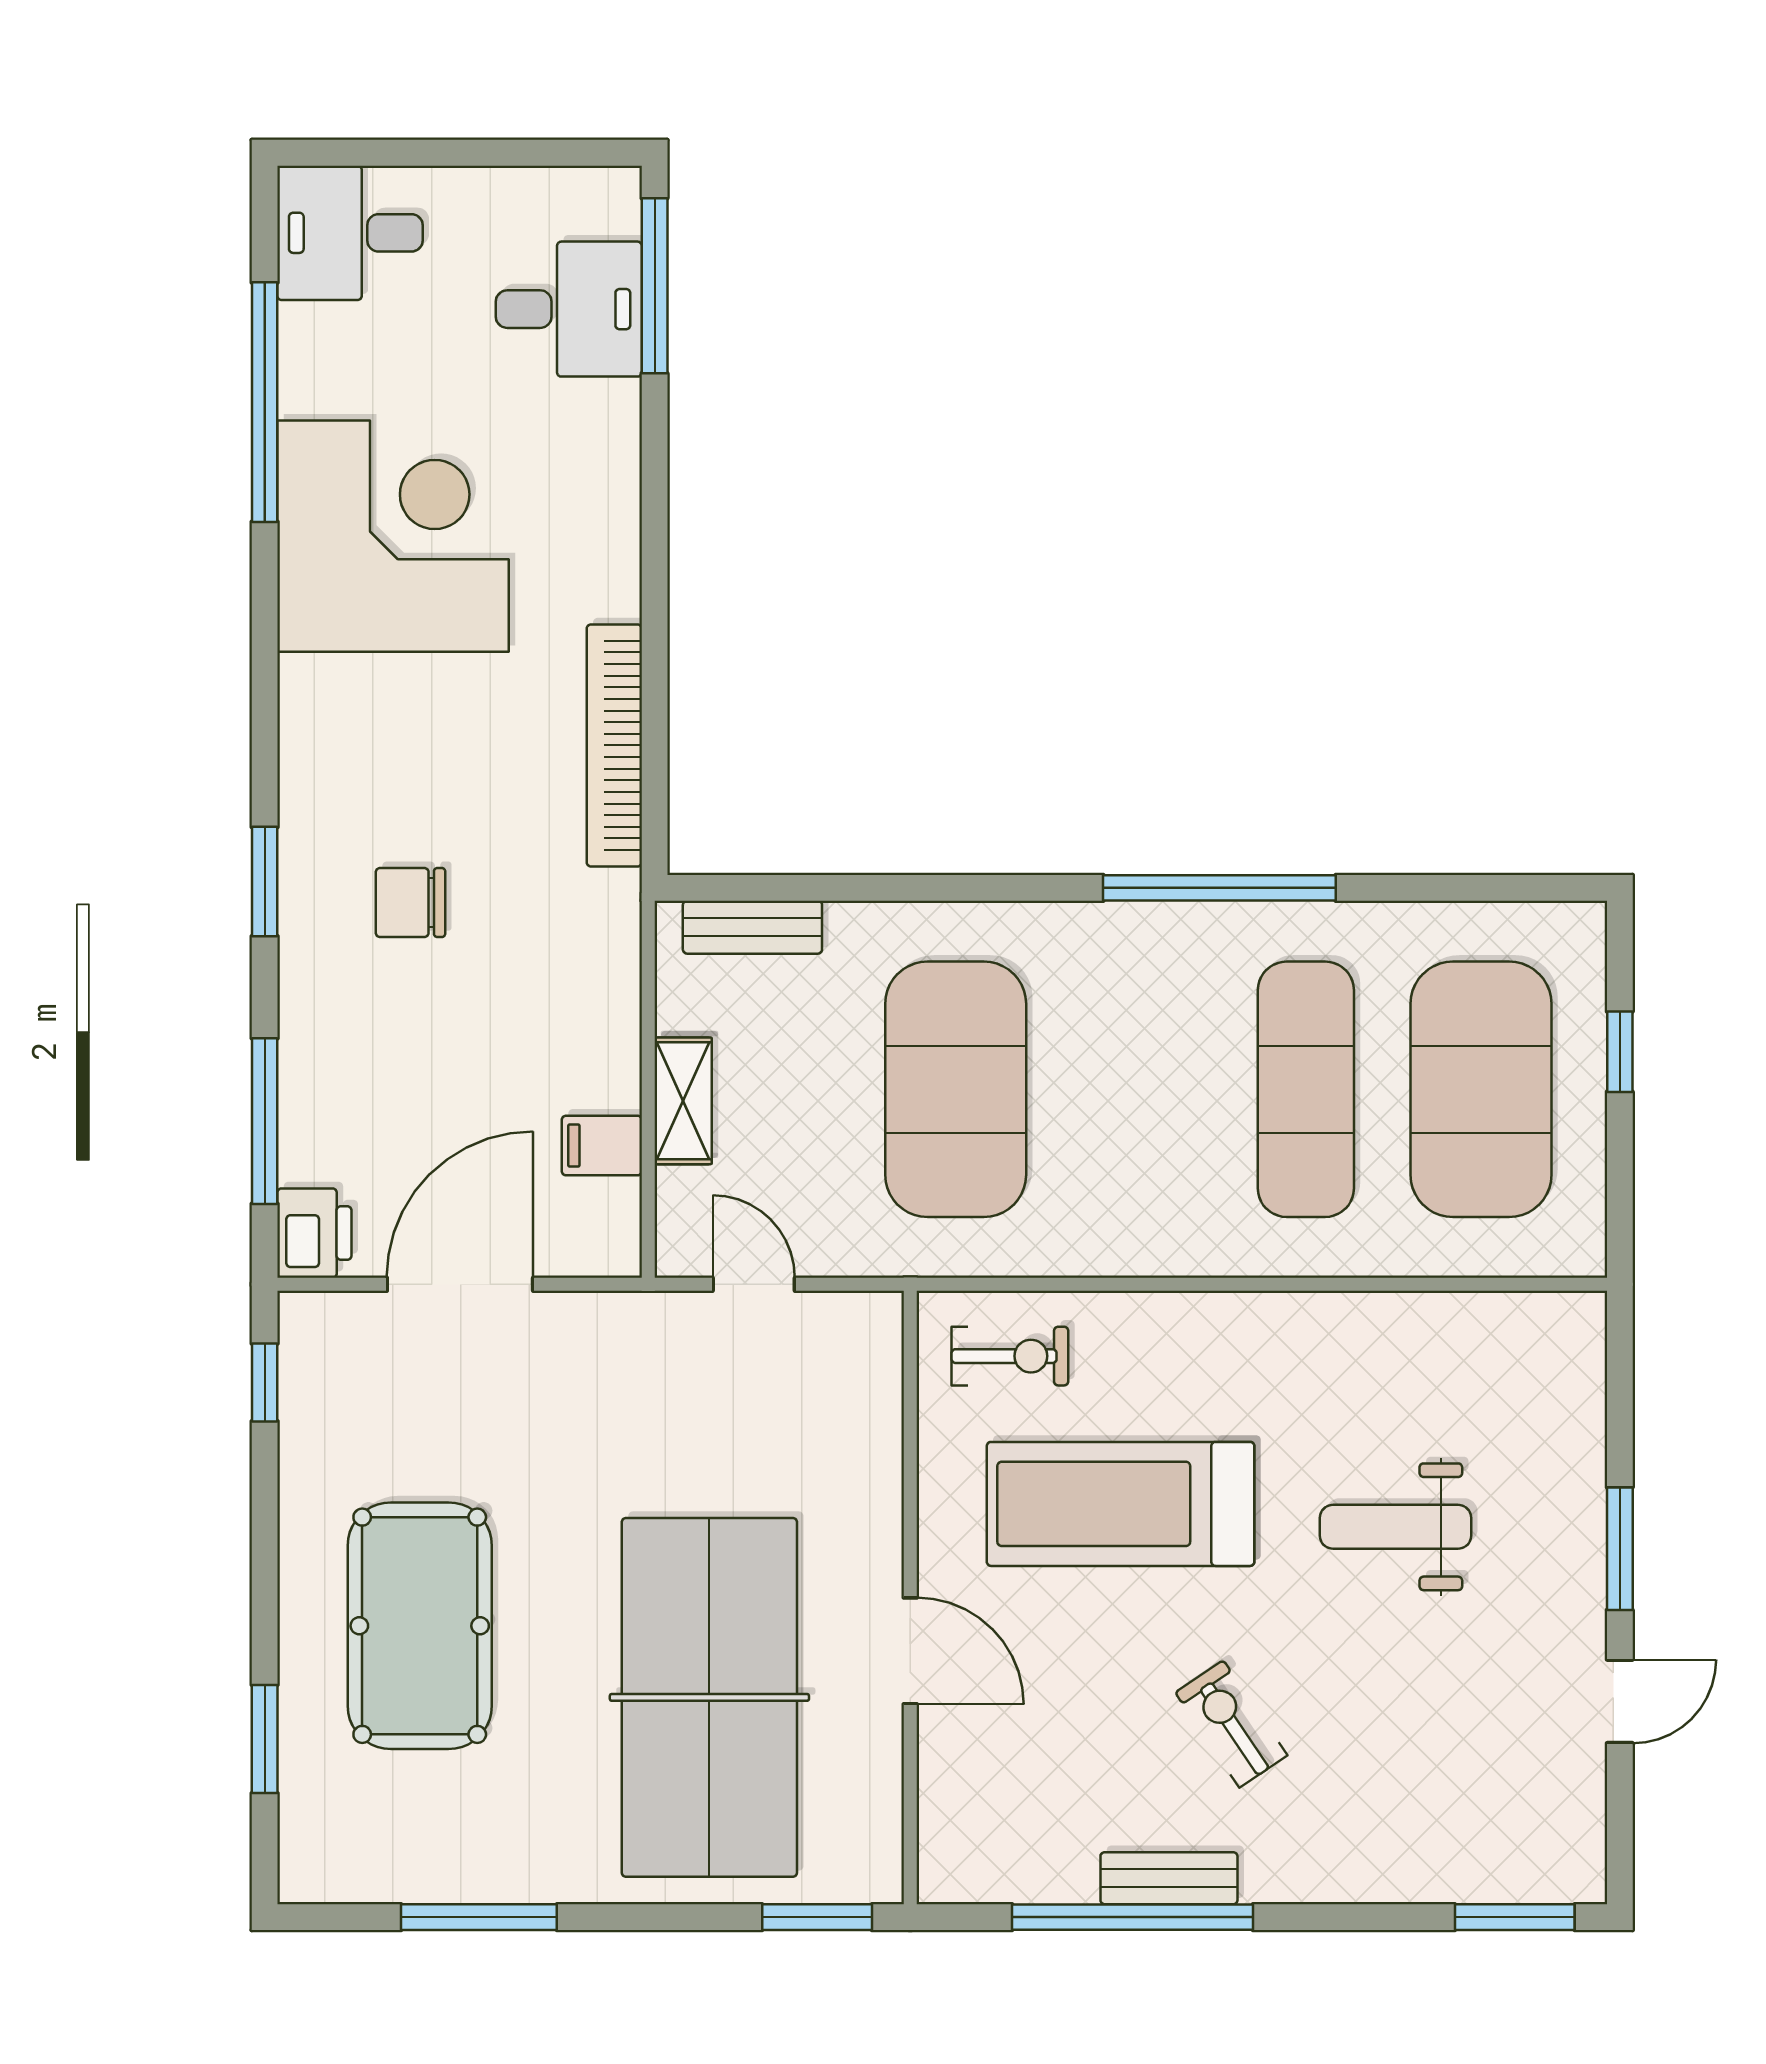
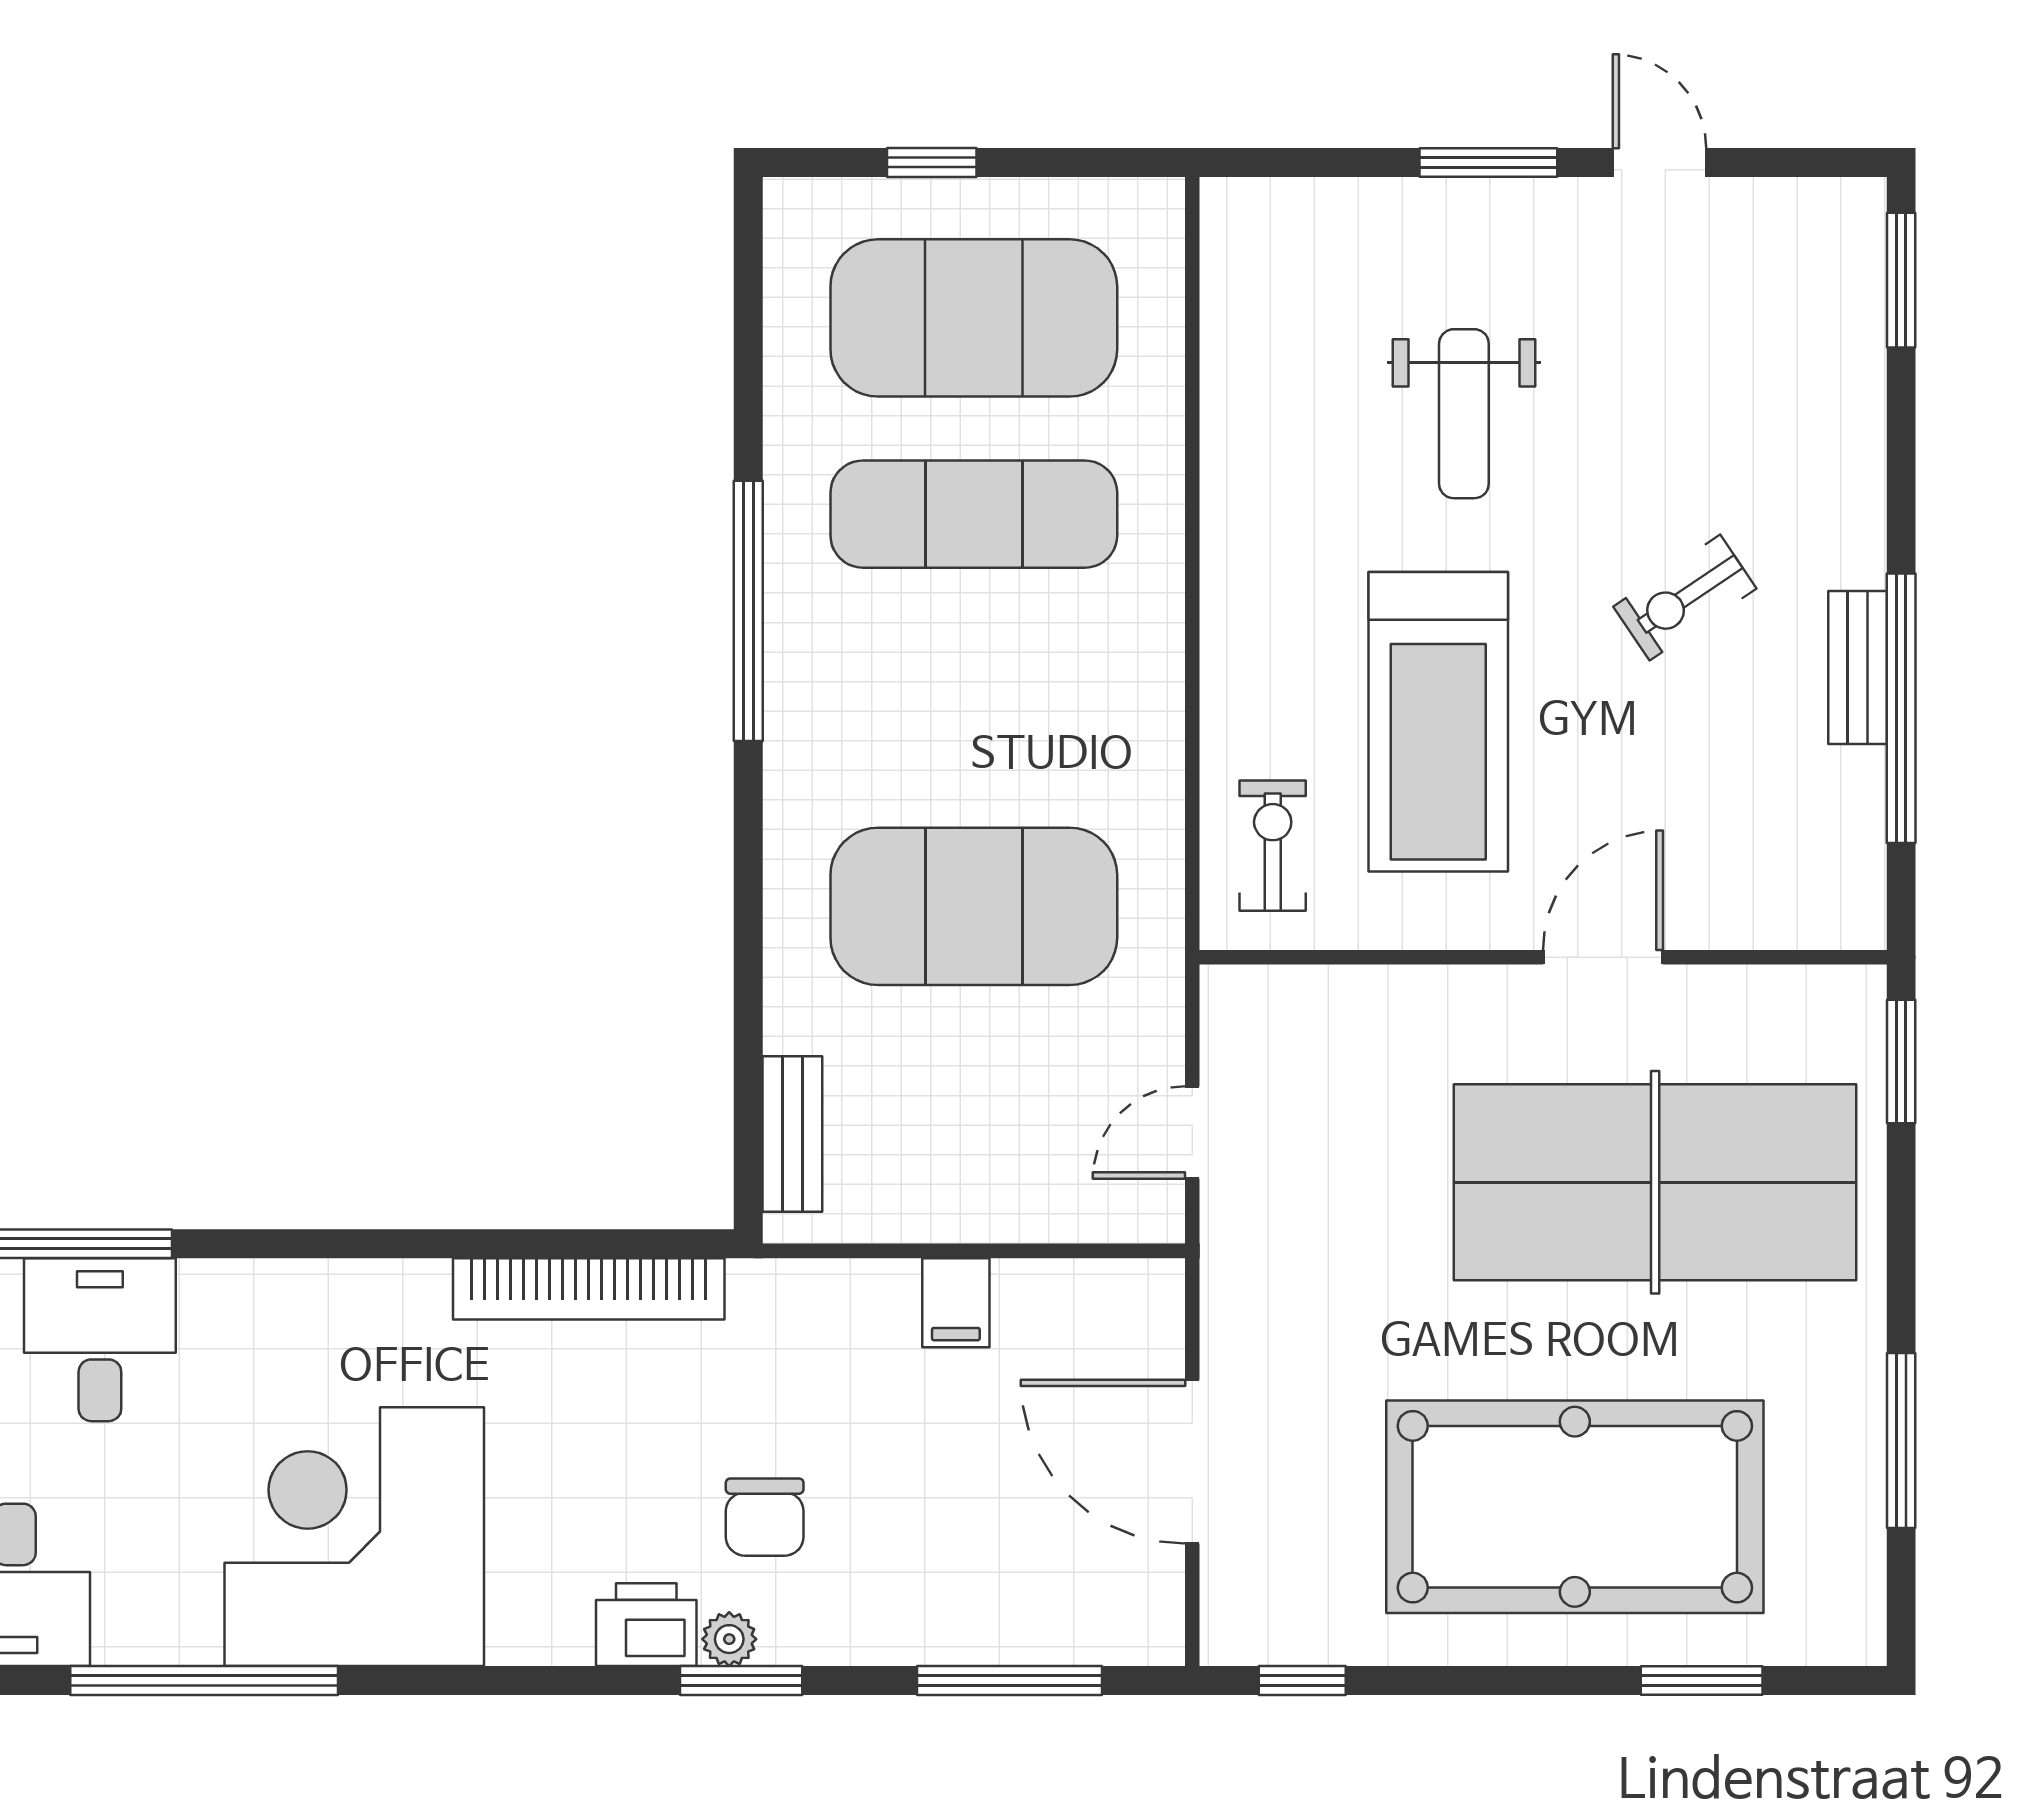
plant: (302, 871) -> (729, 1639), added
shelving: (683, 1101) -> (987, 1212), removed
filing cabinet: (602, 1146) -> (956, 1303), moved
printer: (314, 1233) -> (646, 1625), moved
pool table: (420, 1626) -> (1575, 1507), width x1.36, depth x1.32

